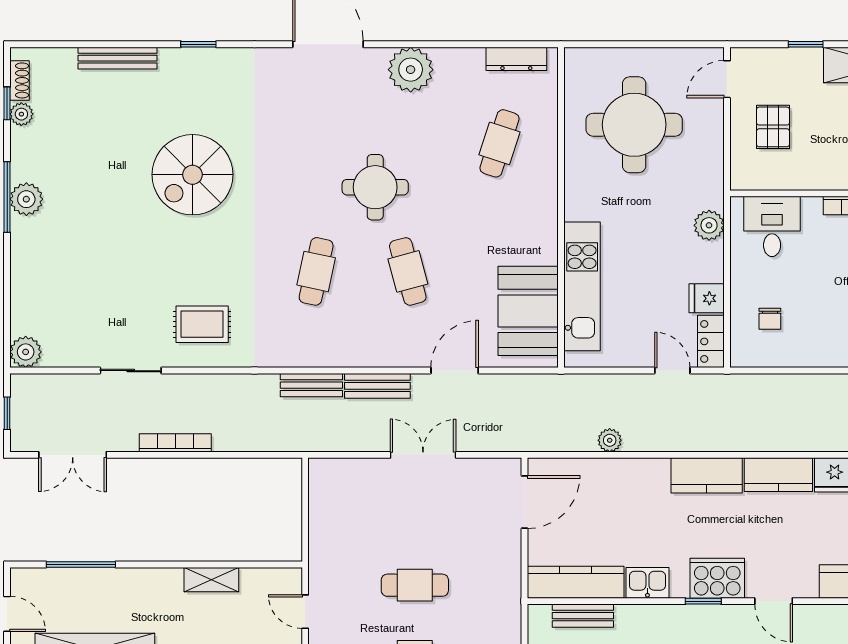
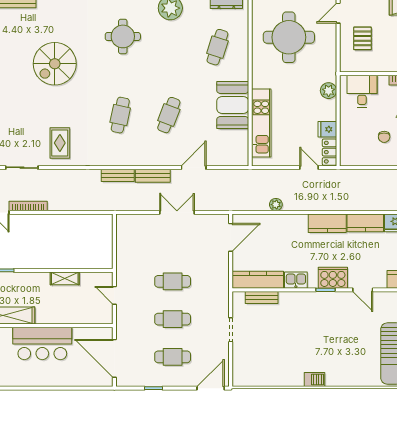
round table: (375, 187) -> (123, 36), moved
cafe table: (408, 271) -> (169, 115), turned 36
booth: (528, 311) -> (233, 105), moved
chair: (770, 319) -> (384, 137), moved
rug: (202, 324) -> (60, 143), turned 90
bookcase: (175, 443) -> (28, 206), moved

